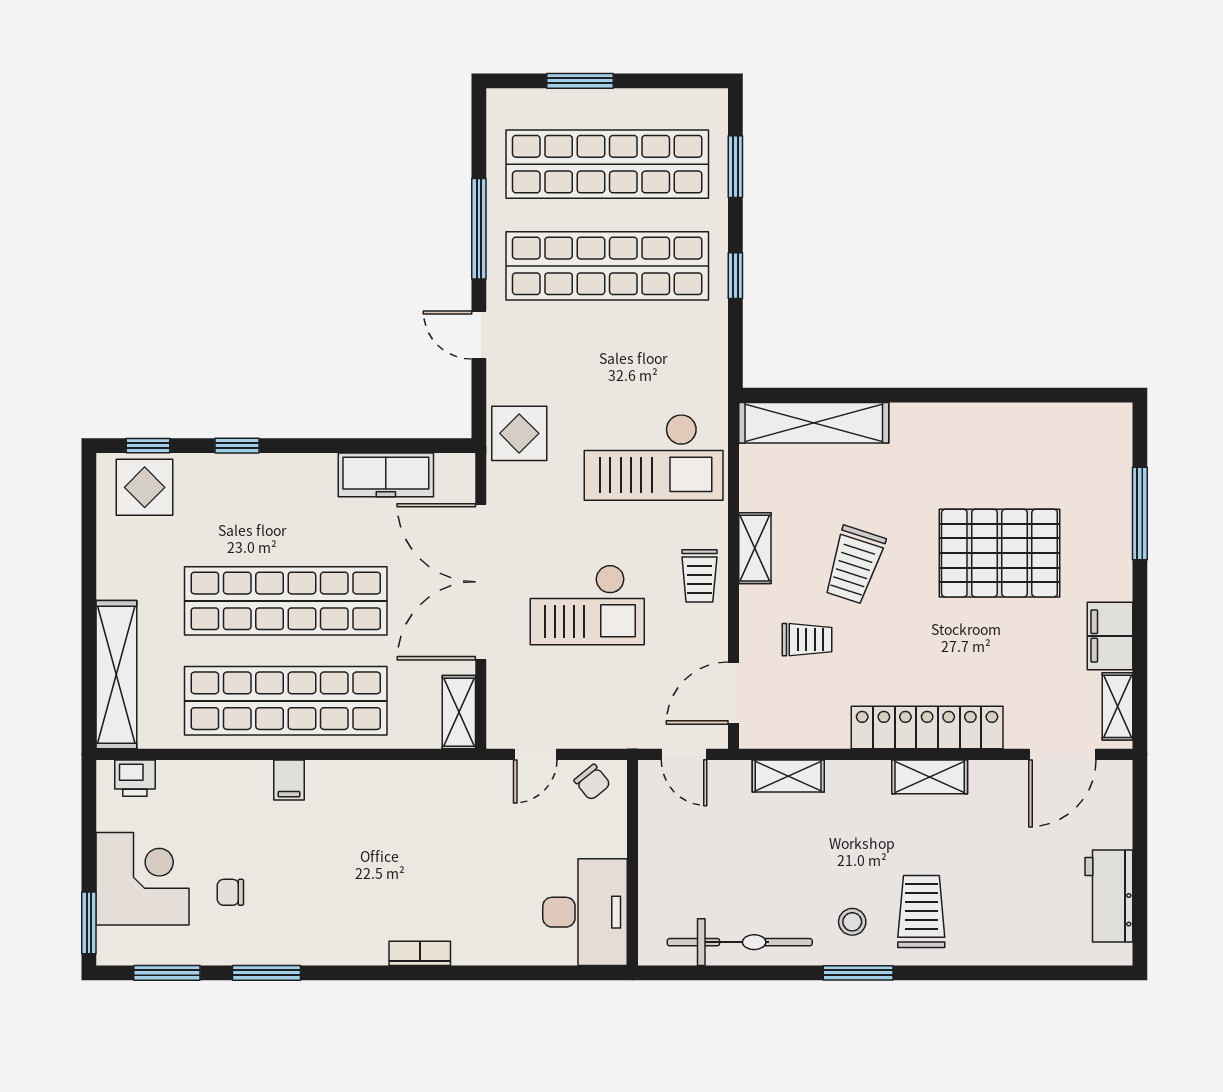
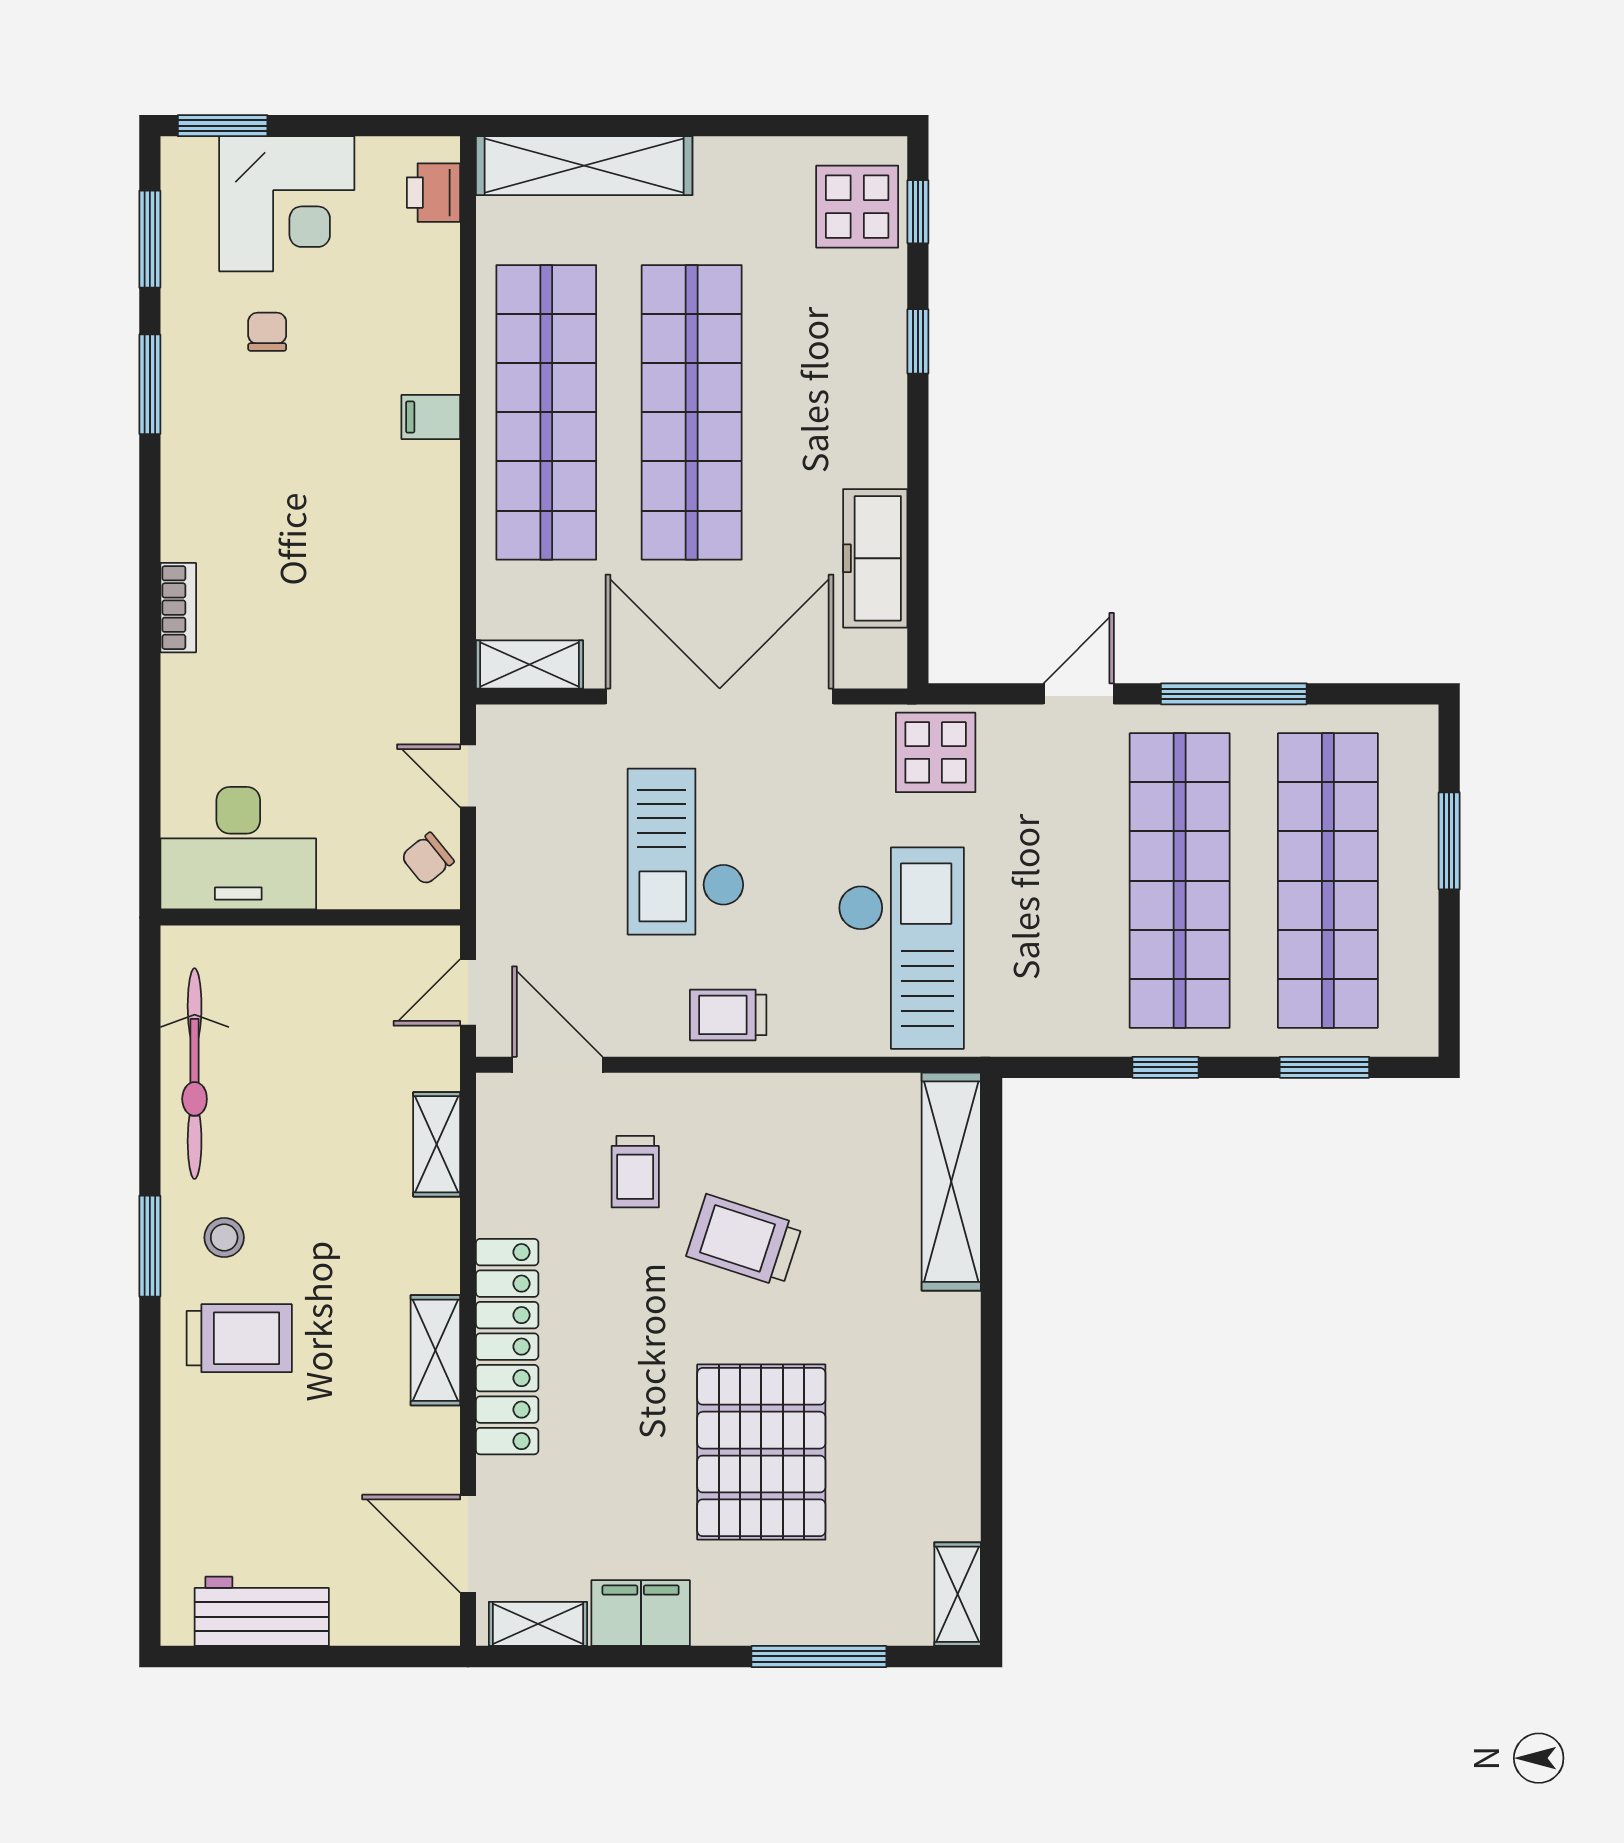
checkout: (654, 457) -> (901, 948), turned 180
shelving: (755, 548) -> (958, 1594), moved, turned 90

